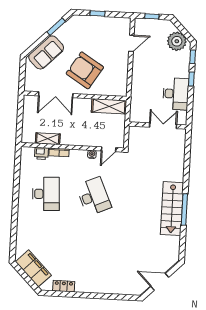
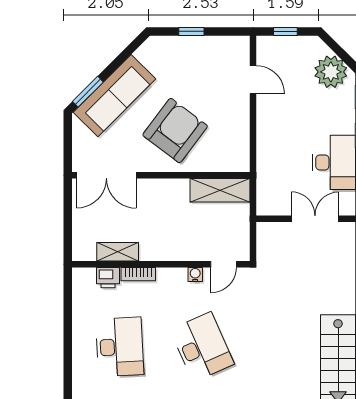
window: (56, 27) -> (88, 92), moved
door: (131, 43) -> (253, 80), hinge flipped
sofa: (46, 52) -> (114, 96), width x1.36
armchair: (85, 70) -> (175, 131), turned 95
double door: (56, 95) -> (106, 175), moved

